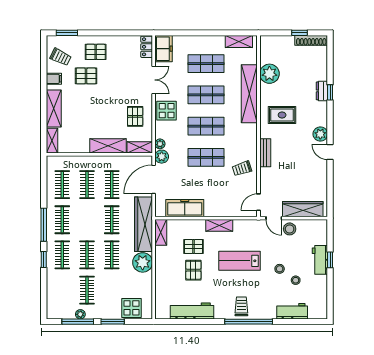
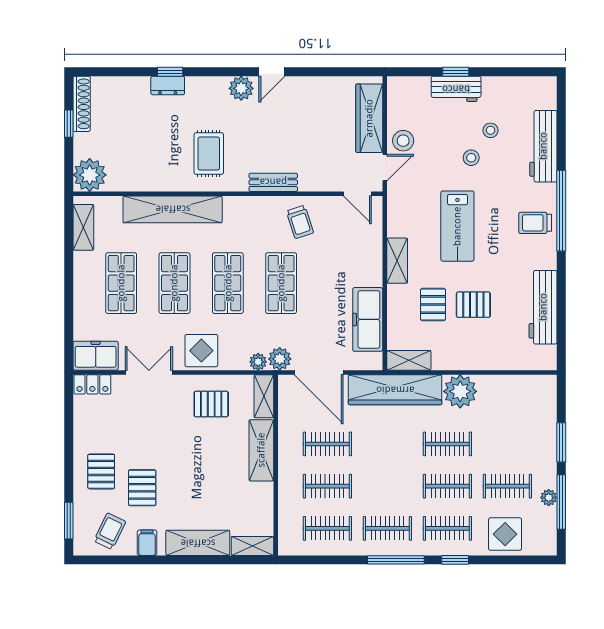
plant: (269, 74) -> (90, 175), moved
clothes rail: (112, 220) -> (387, 444), removed
display table: (131, 308) -> (505, 534), moved
workbench: (292, 311) -> (543, 146), width x1.38

